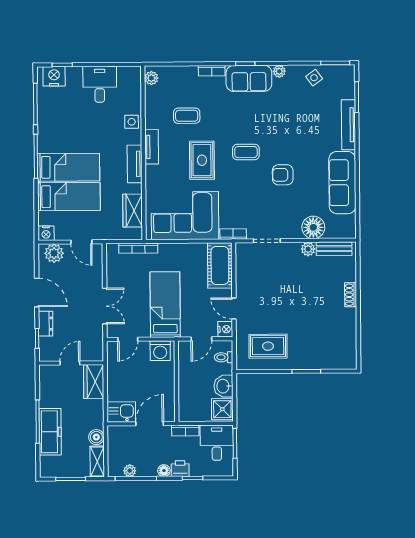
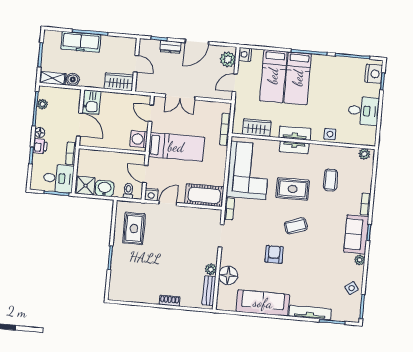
tv unit: (152, 147) -> (294, 147), moved
coffee table: (246, 152) -> (296, 226), turned 71

